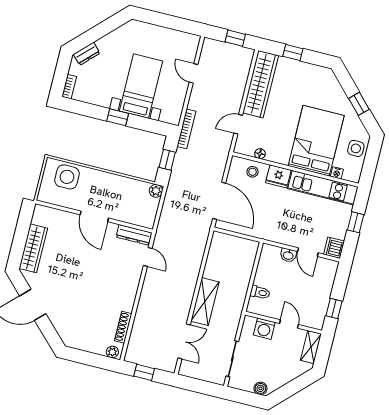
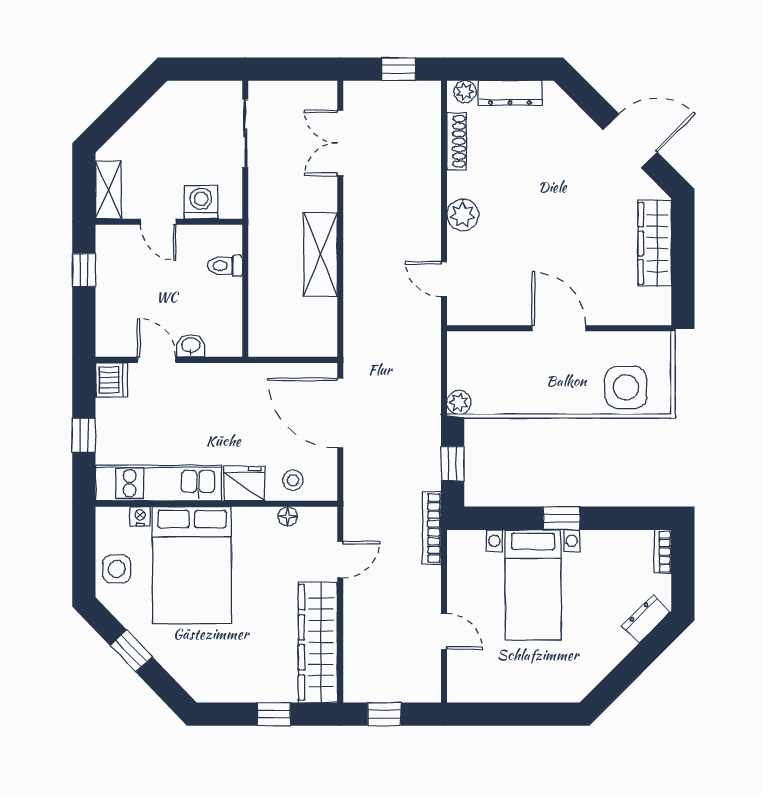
dresser: (134, 235) -> (510, 93), moved, turned 180
plant: (130, 288) -> (463, 215), added
shelving: (205, 302) -> (321, 255), moved
boiler: (260, 388) -> (181, 92), removed

